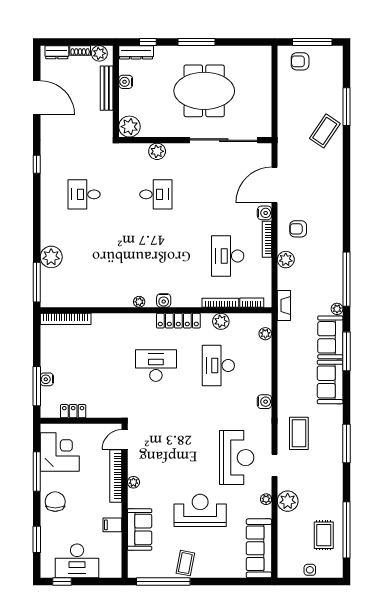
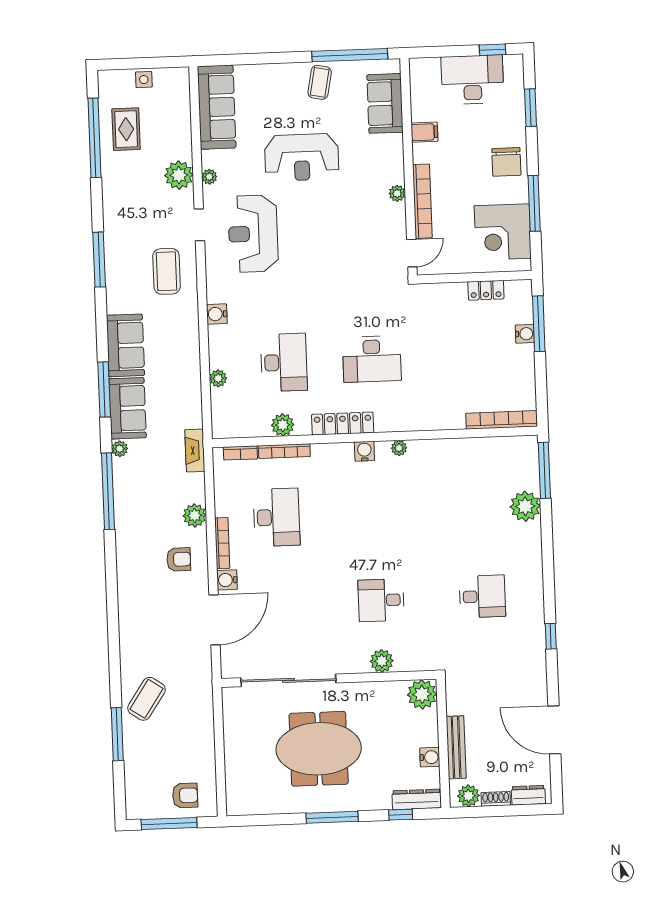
plant: (265, 334) -> (218, 378), moved
sofa: (140, 529) -> (385, 103), moved

